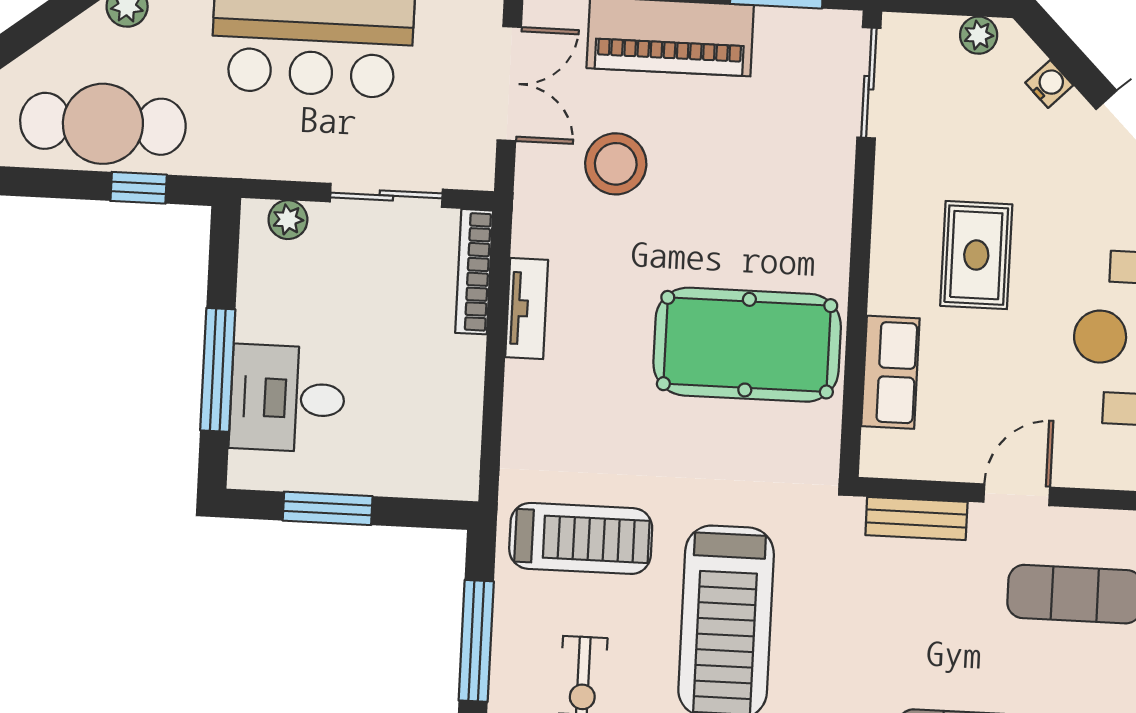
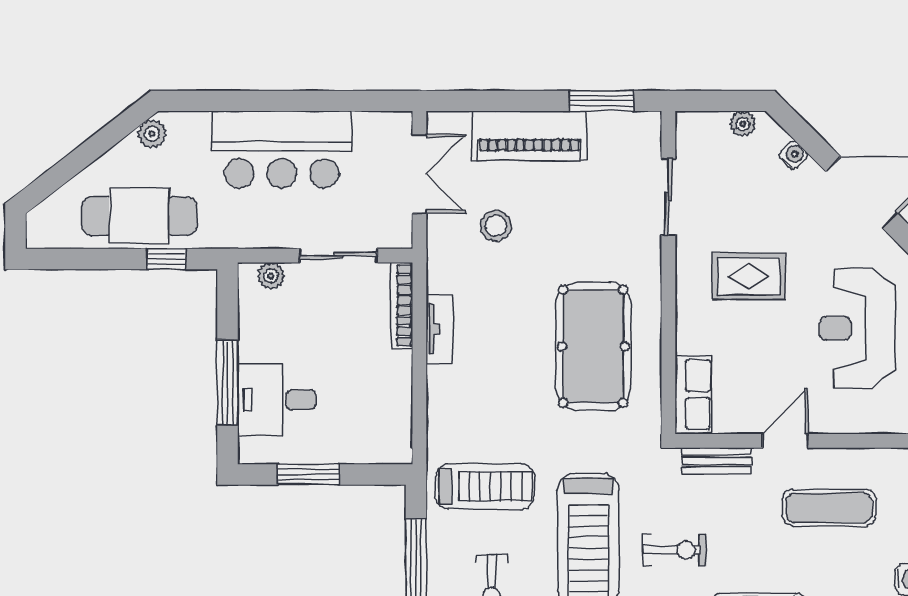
sliding door: (869, 83) -> (668, 197), moved
stool: (616, 164) -> (496, 226), width x0.73, depth x0.73
rug: (976, 255) -> (749, 276), turned 90
pool table: (747, 345) -> (593, 346), turned 90
row of seats: (890, 372) -> (693, 394), moved
exercise bike: (849, 644) -> (675, 550), added

